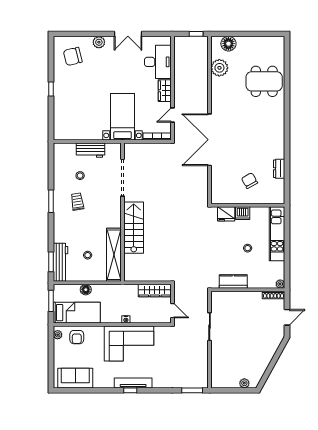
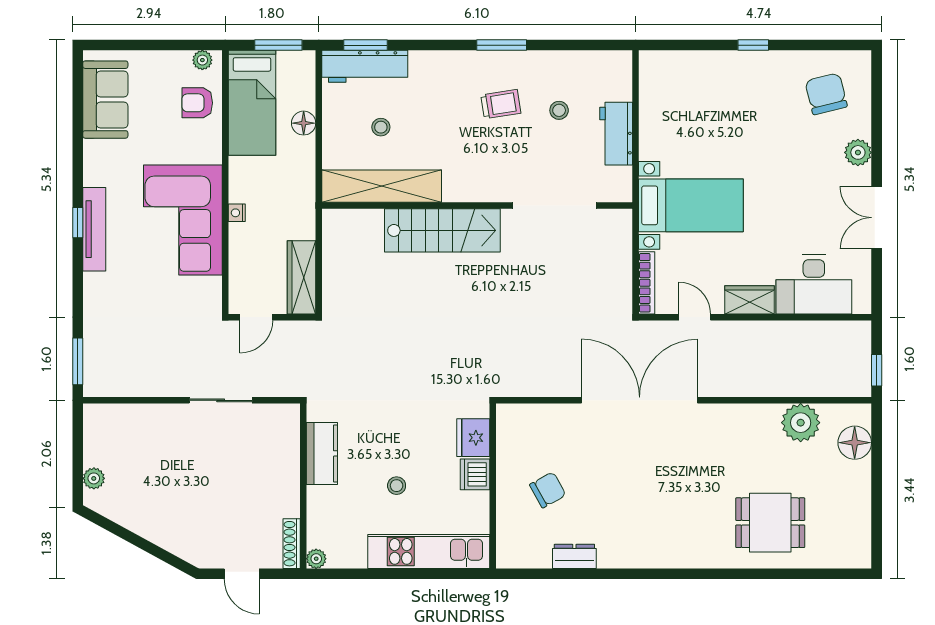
dining table: (264, 81) -> (770, 523), width x0.73

